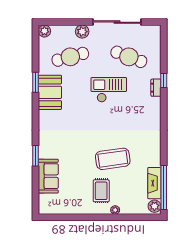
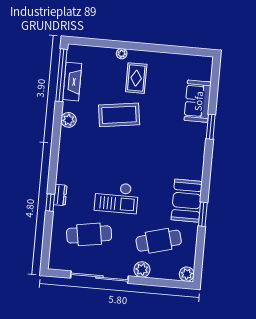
cafe table: (129, 57) -> (89, 234), turned -30
plant: (154, 206) -> (69, 120), moved

